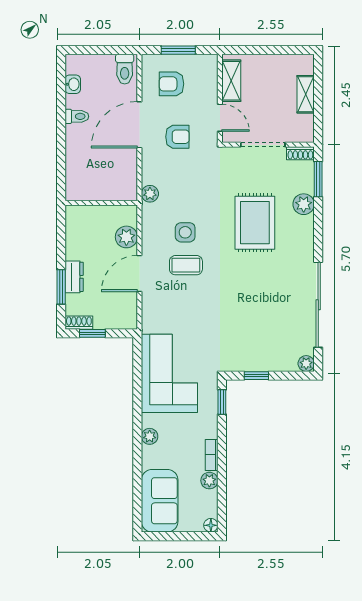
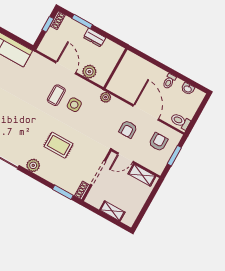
plant: (304, 204) -> (33, 165), moved
rug: (255, 223) -> (58, 145), width x0.73, depth x0.70
dresser: (74, 277) -> (94, 38), moved

